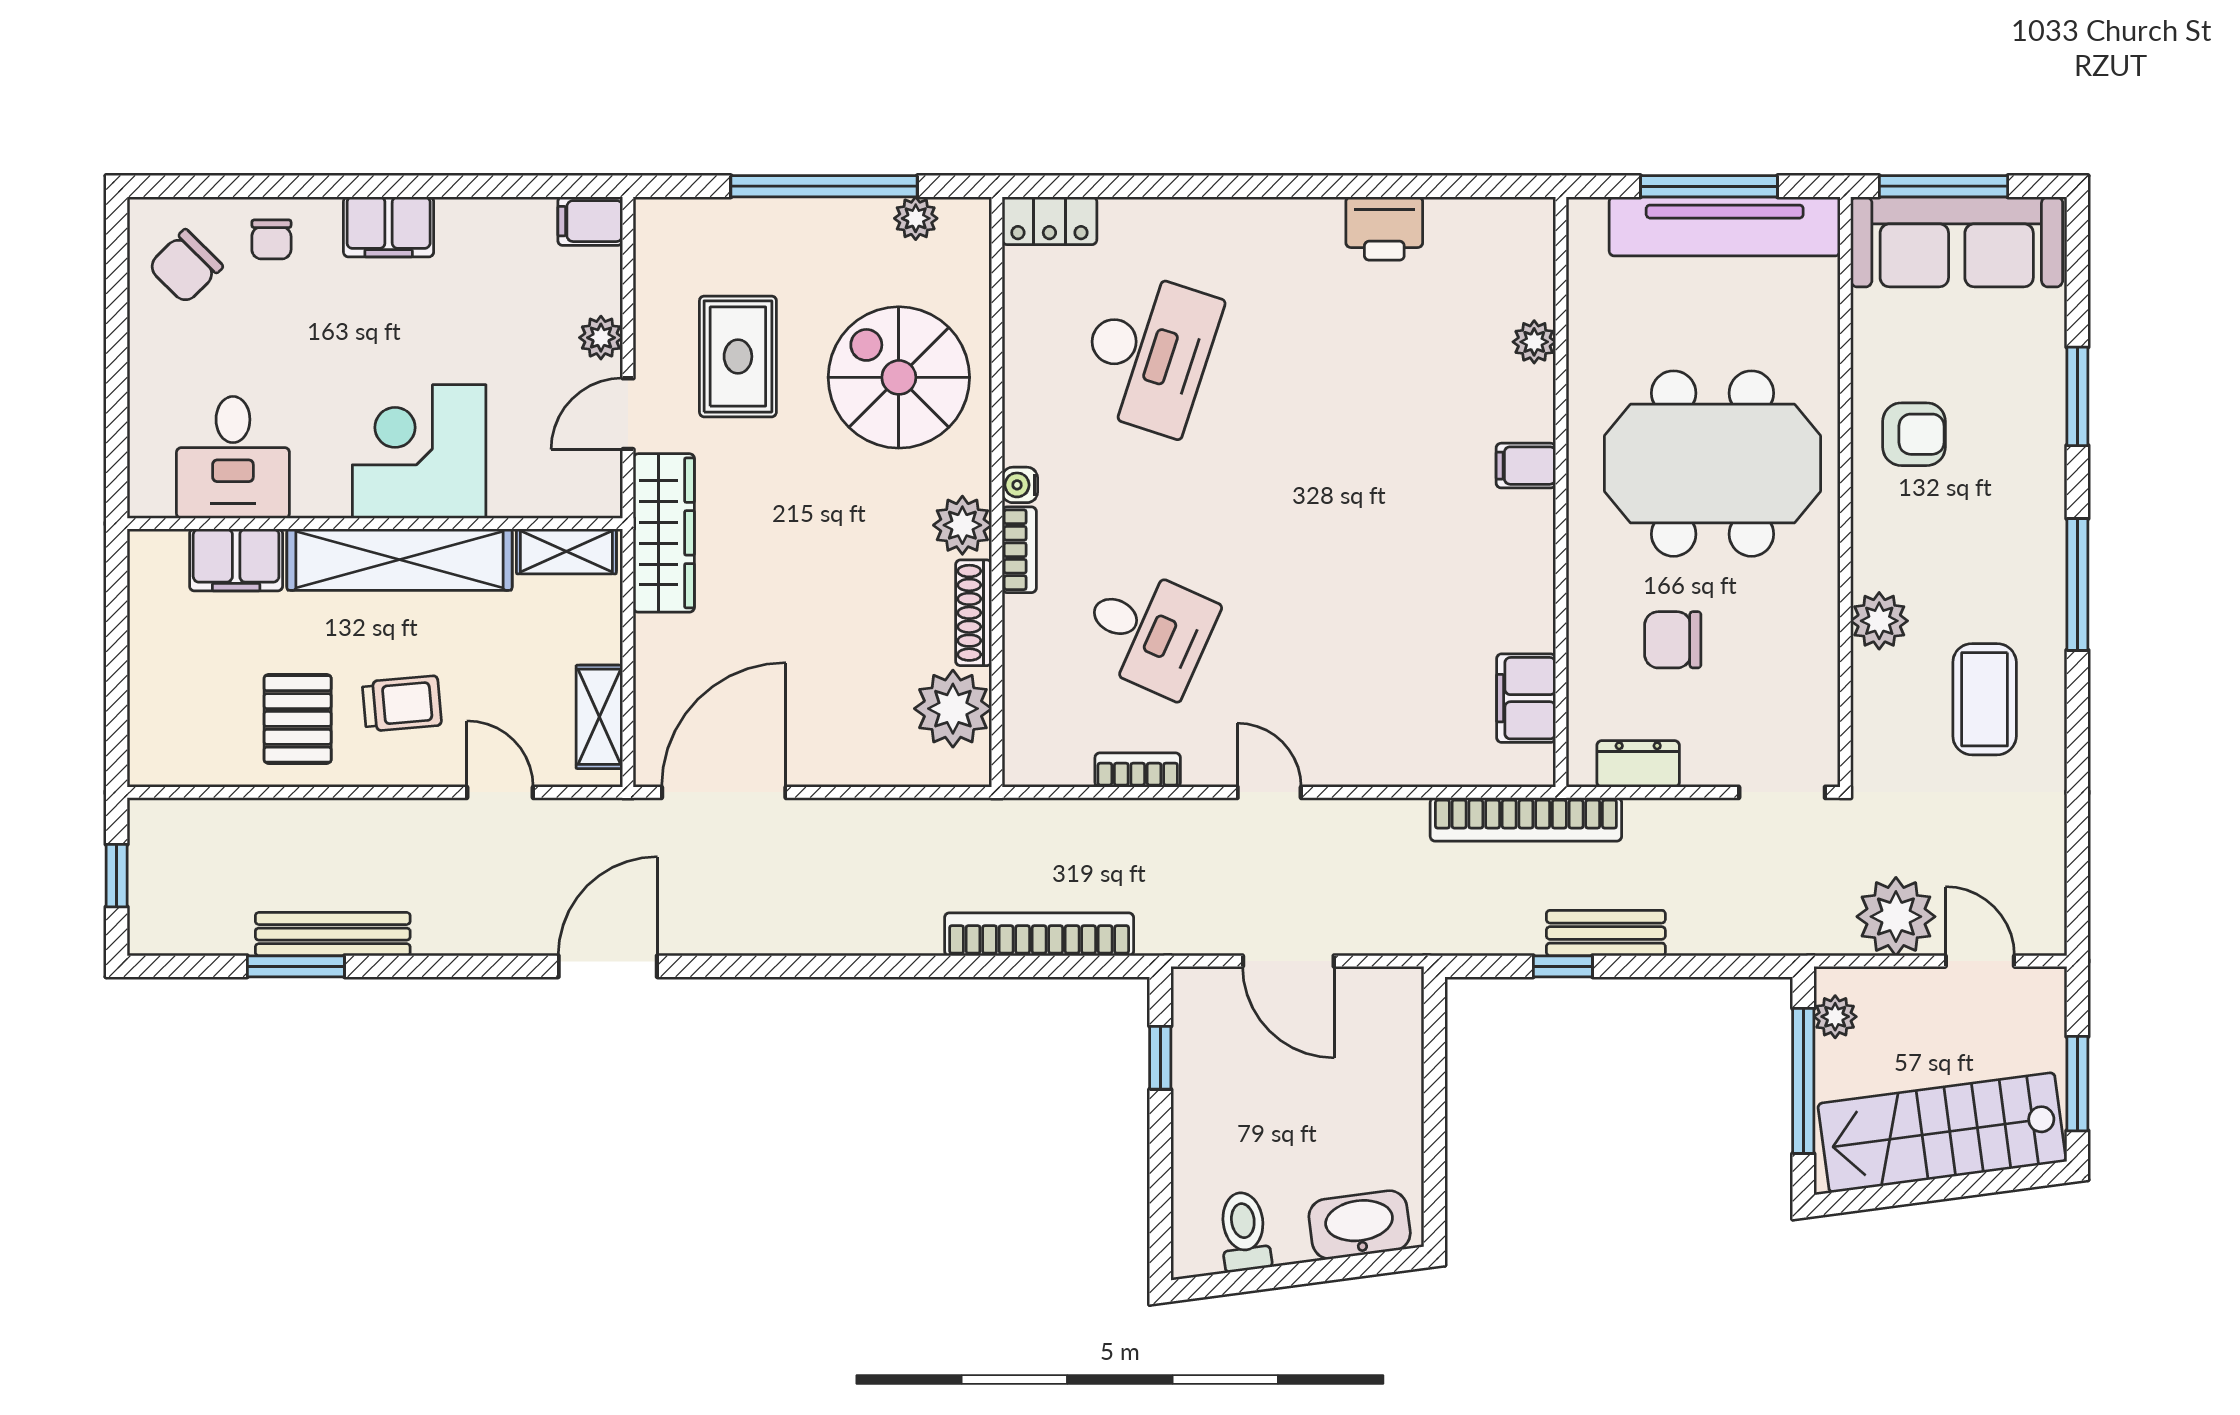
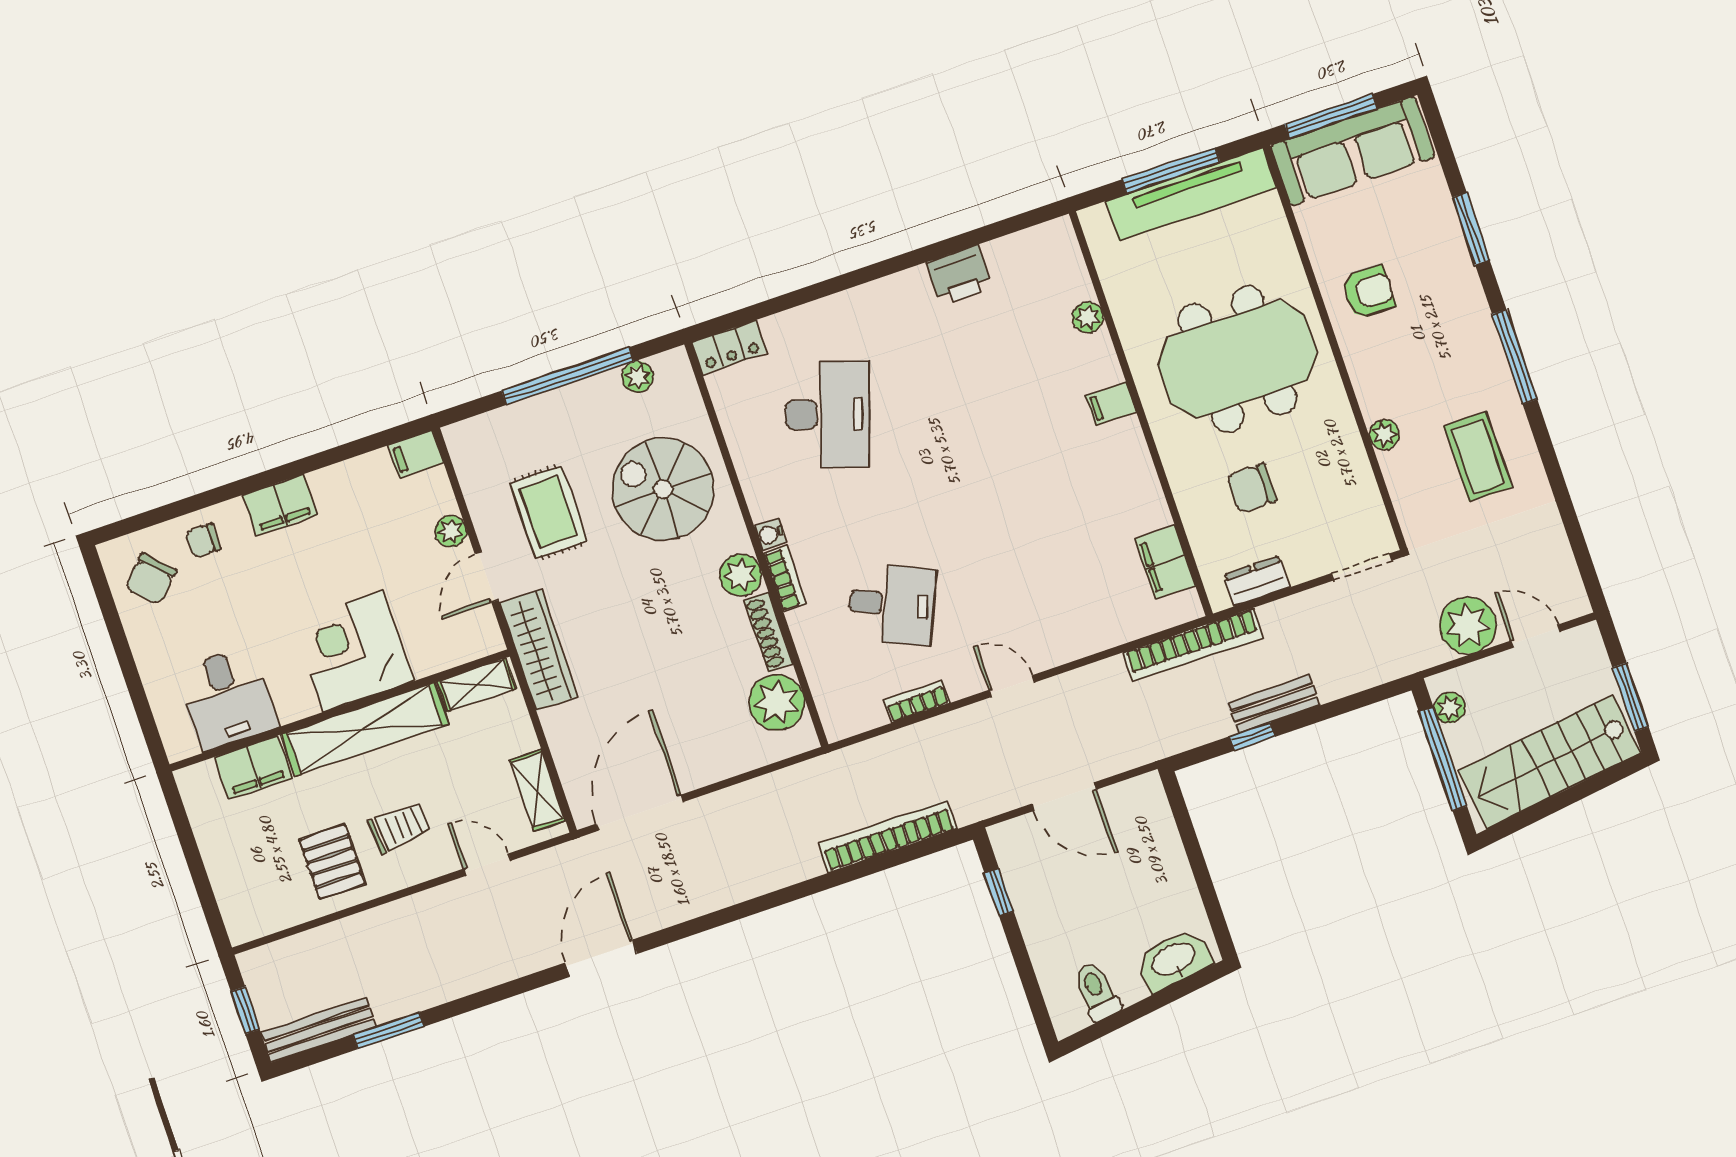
chair: (271, 239) -> (203, 541), turned 90
plant: (1879, 621) -> (1384, 435), width x0.73, depth x0.73
bench: (333, 934) -> (319, 1030), moved

